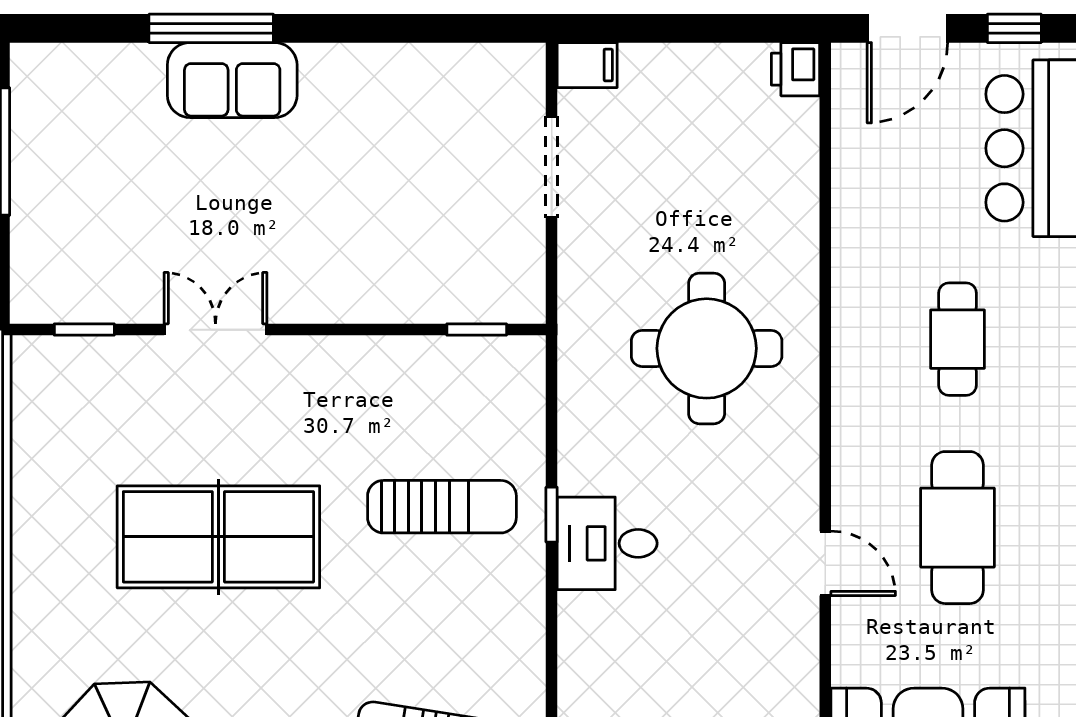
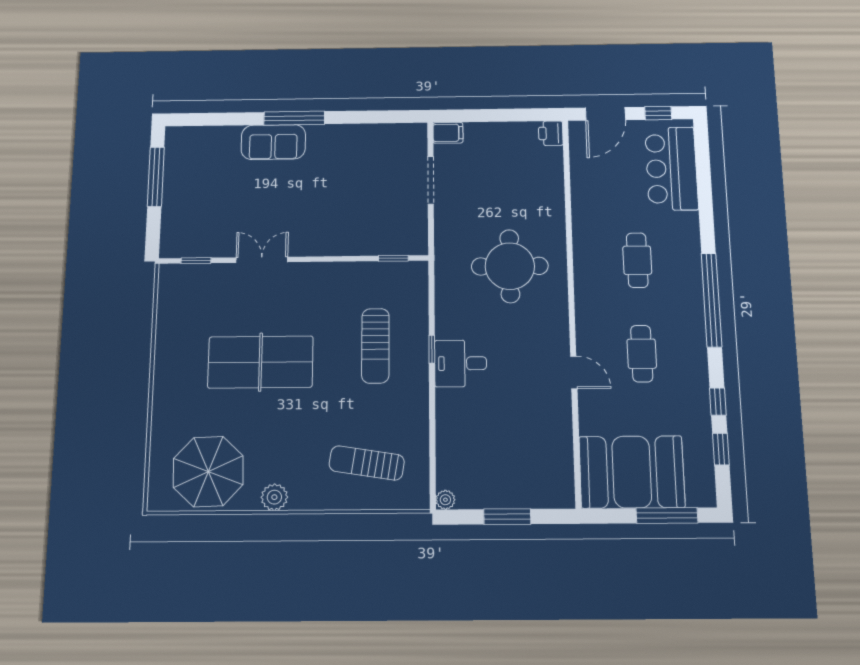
window: (211, 28) -> (294, 118), moved
sun lounger: (442, 507) -> (375, 346), turned 90
cafe table: (957, 528) -> (642, 354), width x0.73, depth x0.74

